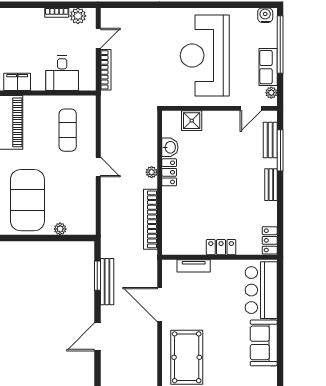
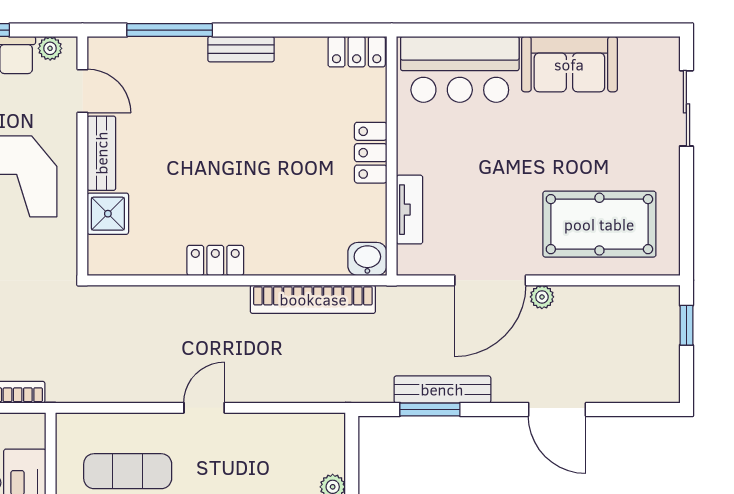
bench: (270, 140) -> (101, 153), moved, turned 90
washbasin: (170, 147) -> (367, 259), moved
plant: (152, 172) -> (542, 297), moved

